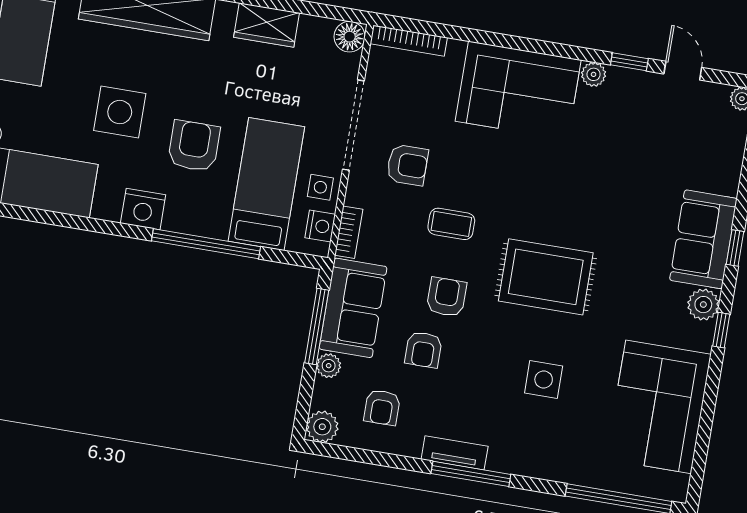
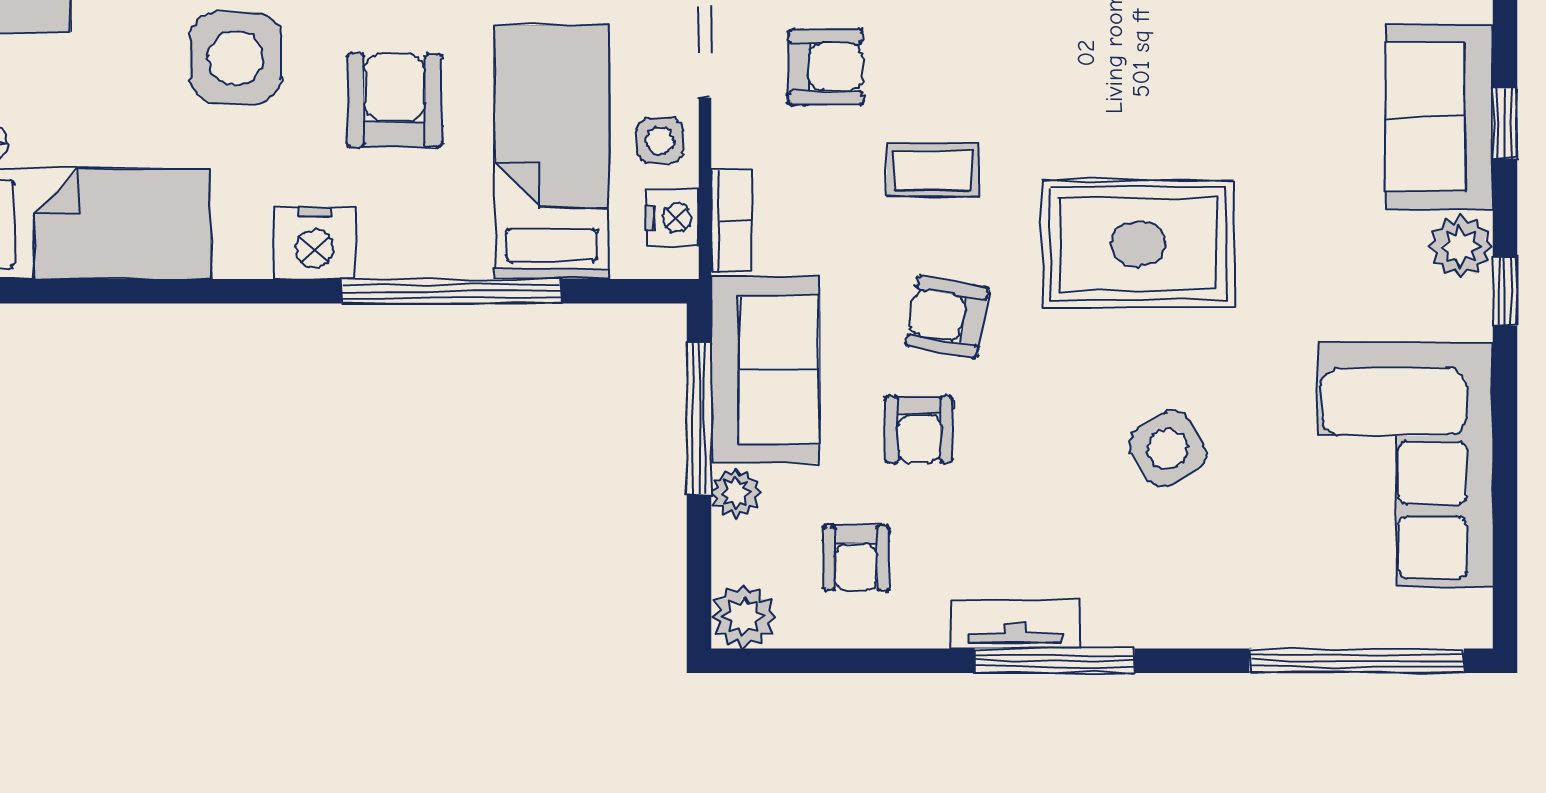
armchair: (447, 297) -> (947, 317), turned -80
side table: (544, 379) -> (1168, 449), turned -31

